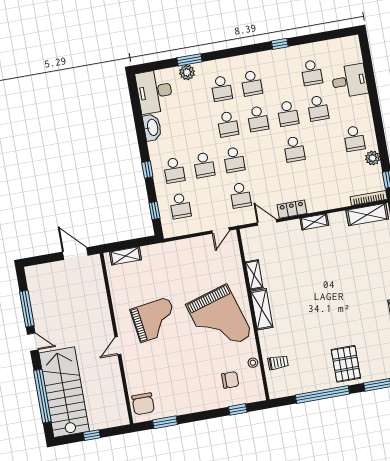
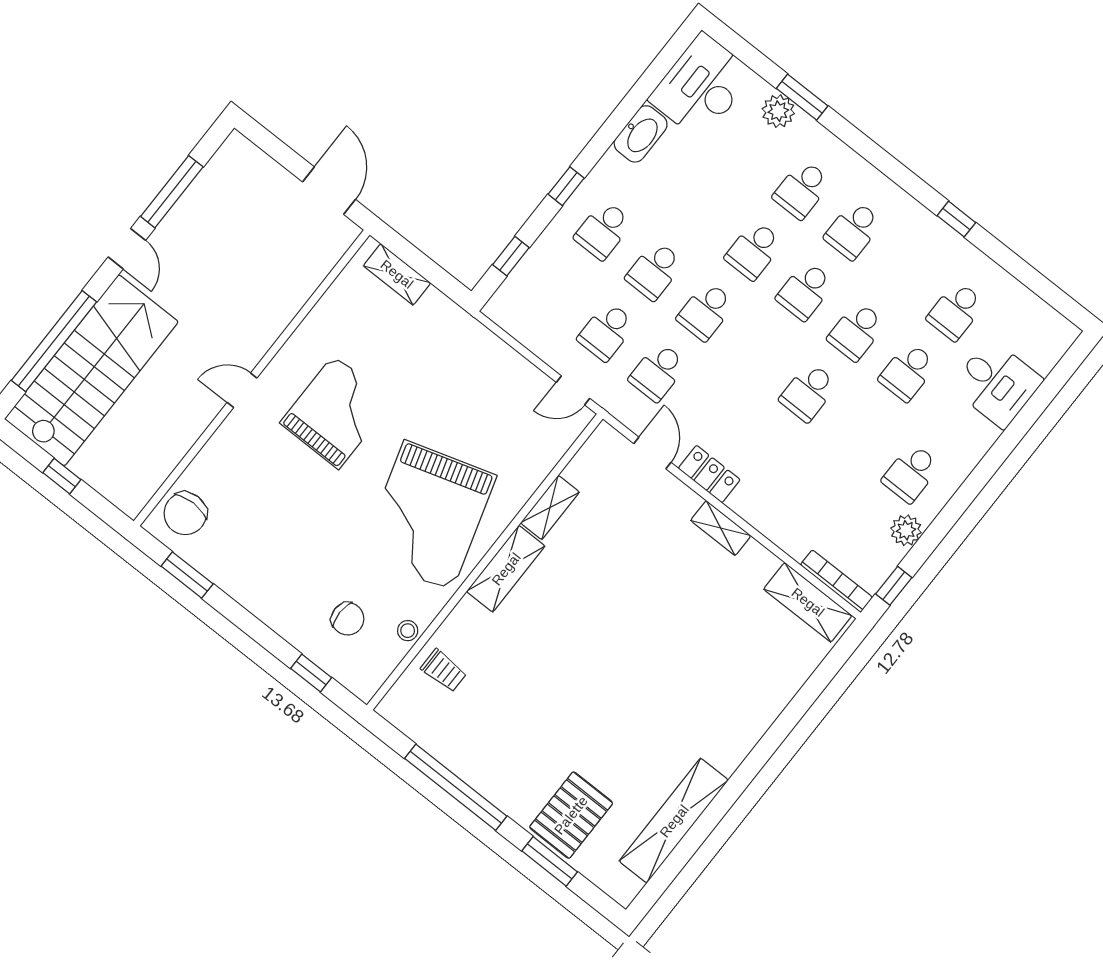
school desk: (180, 206) -> (606, 331), moved
grand piano: (155, 320) -> (336, 412), turned -82
pallet: (346, 364) -> (571, 815), moved

